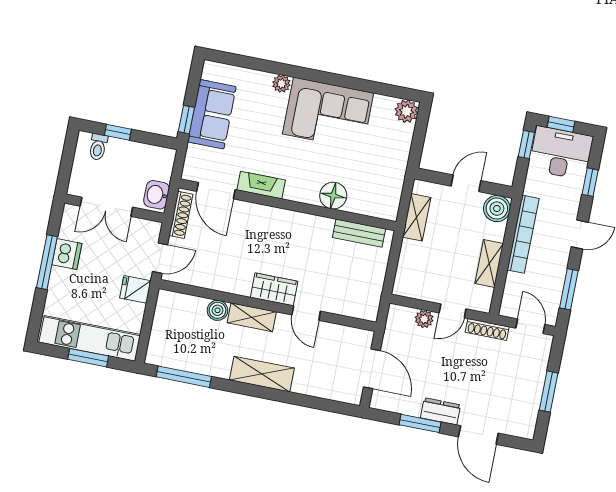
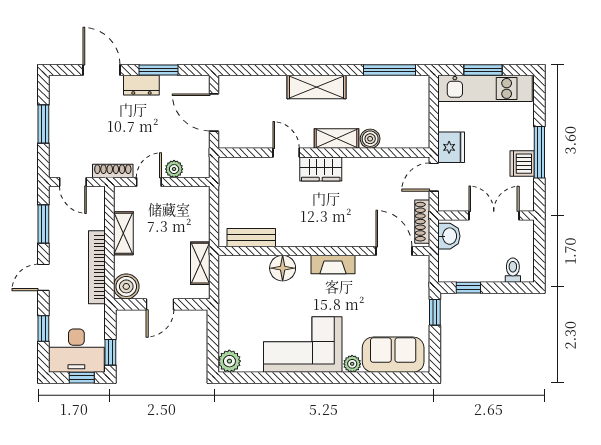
sofa: (212, 114) -> (393, 355), moved, turned 90
window: (118, 132) -> (468, 288), moved
fireplace: (261, 185) -> (333, 265), moved
fridge: (135, 289) -> (451, 147), width x1.38

